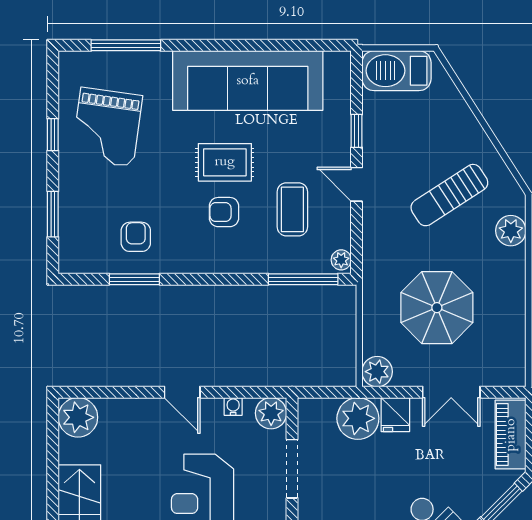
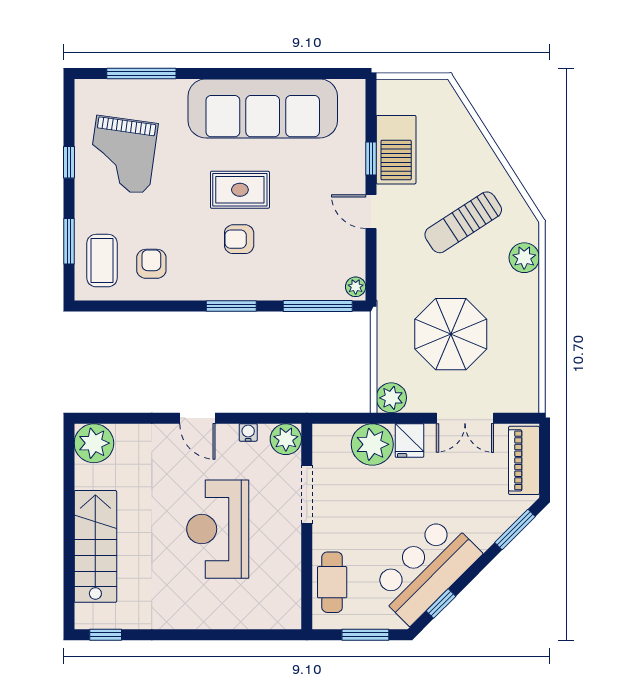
barbecue: (397, 71) -> (396, 150), moved, turned -90
coffee table: (292, 209) -> (102, 261), moved
window: (134, 279) -> (231, 306), moved

